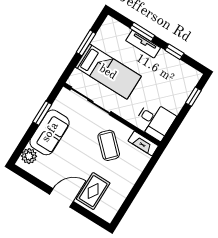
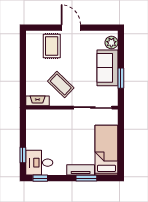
window: (86, 43) -> (121, 146), removed
window: (174, 52) -> (40, 178), moved
bed: (108, 72) -> (106, 150), moved, turned 90
desk: (155, 120) -> (39, 163), moved
door: (61, 198) -> (71, 28), swing flipped

